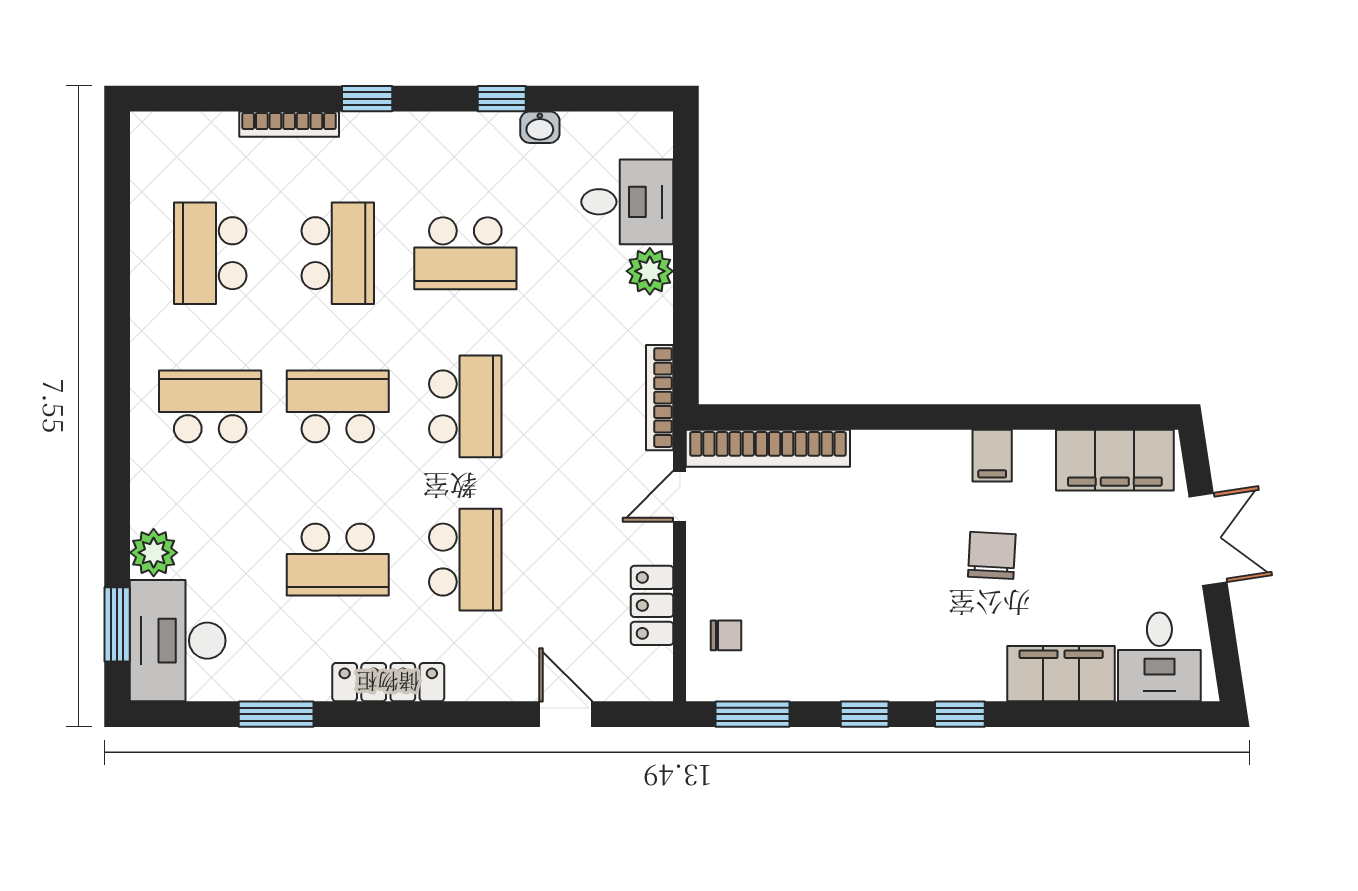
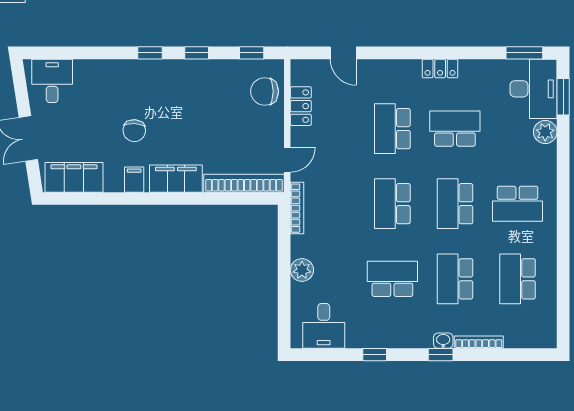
washbasin: (540, 127) -> (443, 341), moved
desk: (627, 202) -> (324, 326), moved, turned -90
school desk: (210, 253) -> (518, 279), turned 180
school desk: (338, 406) -> (455, 204), turned 90
chair: (726, 635) -> (265, 91), width x1.87, depth x1.87
filing cabinet: (1061, 674) -> (176, 179), moved, turned 180
locker: (388, 682) -> (440, 68), width x0.66
window: (276, 714) -> (524, 53), moved
window: (752, 714) -> (252, 53), width x0.67

